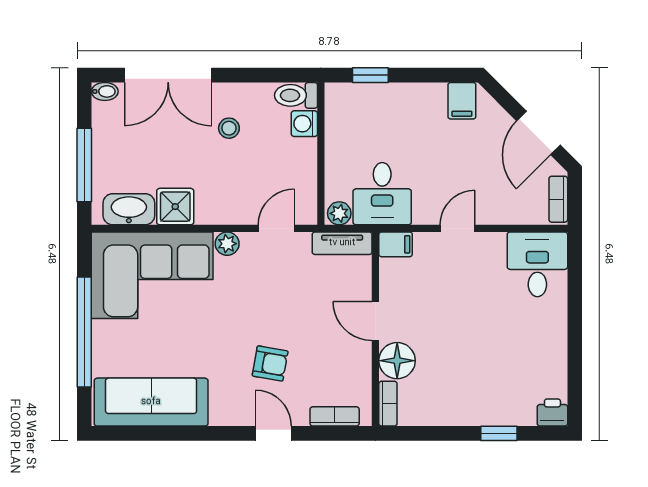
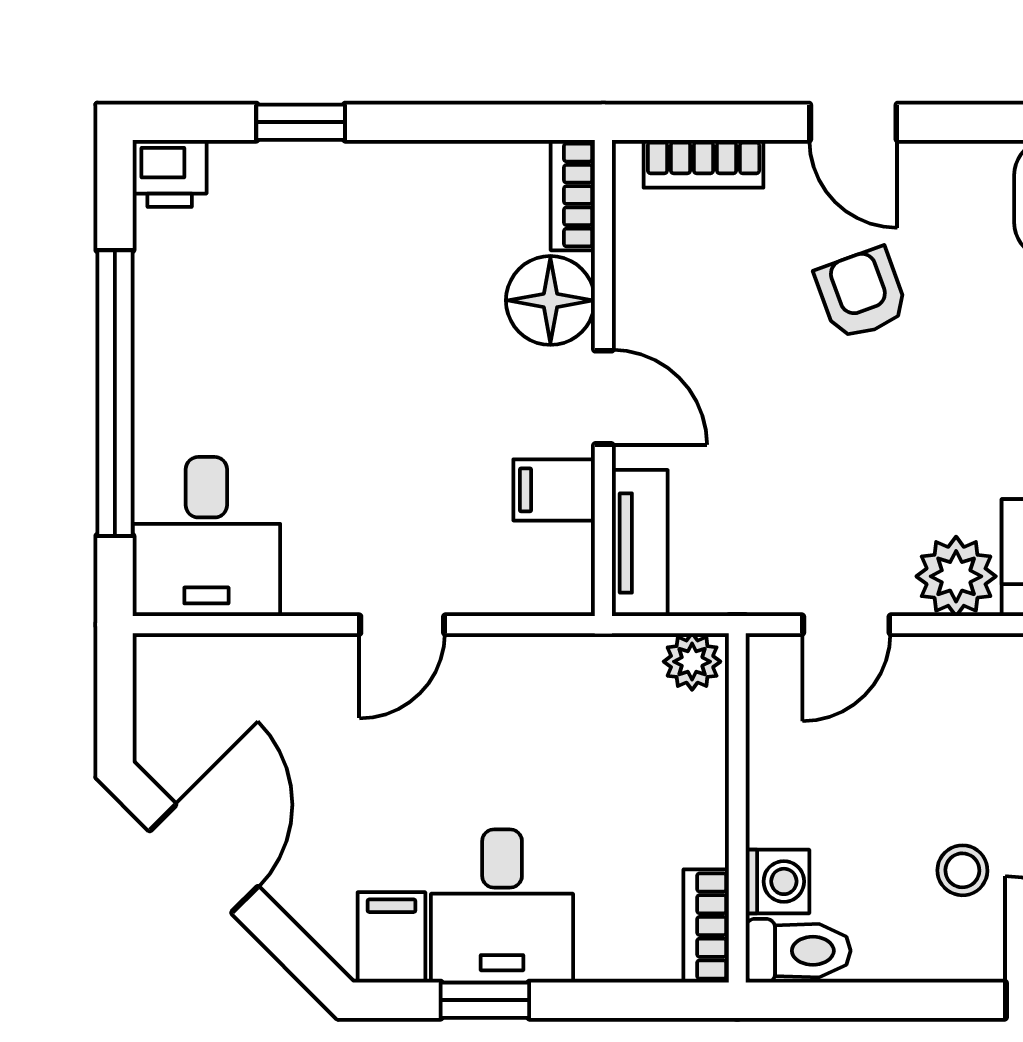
window: (370, 75) -> (485, 1000), moved
desk: (382, 194) -> (502, 906), moved, turned 180
bookcase: (558, 199) -> (706, 926), moved, turned 180
tv unit: (342, 243) -> (640, 543), moved, turned 90
plant: (227, 244) -> (956, 576), width x1.38, depth x1.38
filing cabinet: (396, 244) -> (554, 490), moved
window: (575, 323) -> (115, 393), added
armchair: (270, 363) -> (862, 294), turned 60

